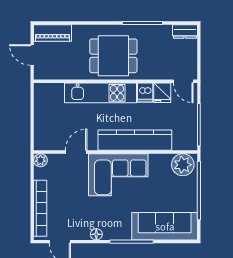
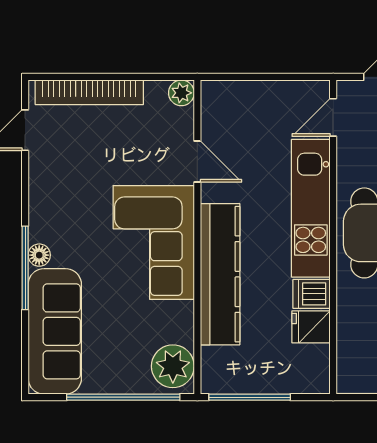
door: (183, 81) -> (333, 117), moved
floor lamp: (96, 234) -> (39, 255), moved

